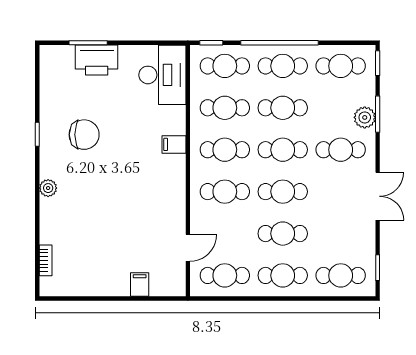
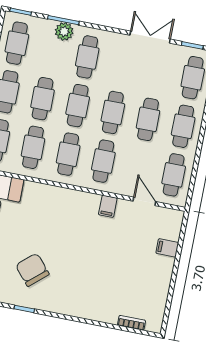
chair: (84, 135) -> (32, 270), turned -41
filing cabinet: (174, 144) -> (108, 206), moved
plant: (48, 188) -> (71, 309), removed
double door: (378, 196) -> (150, 37), moved

